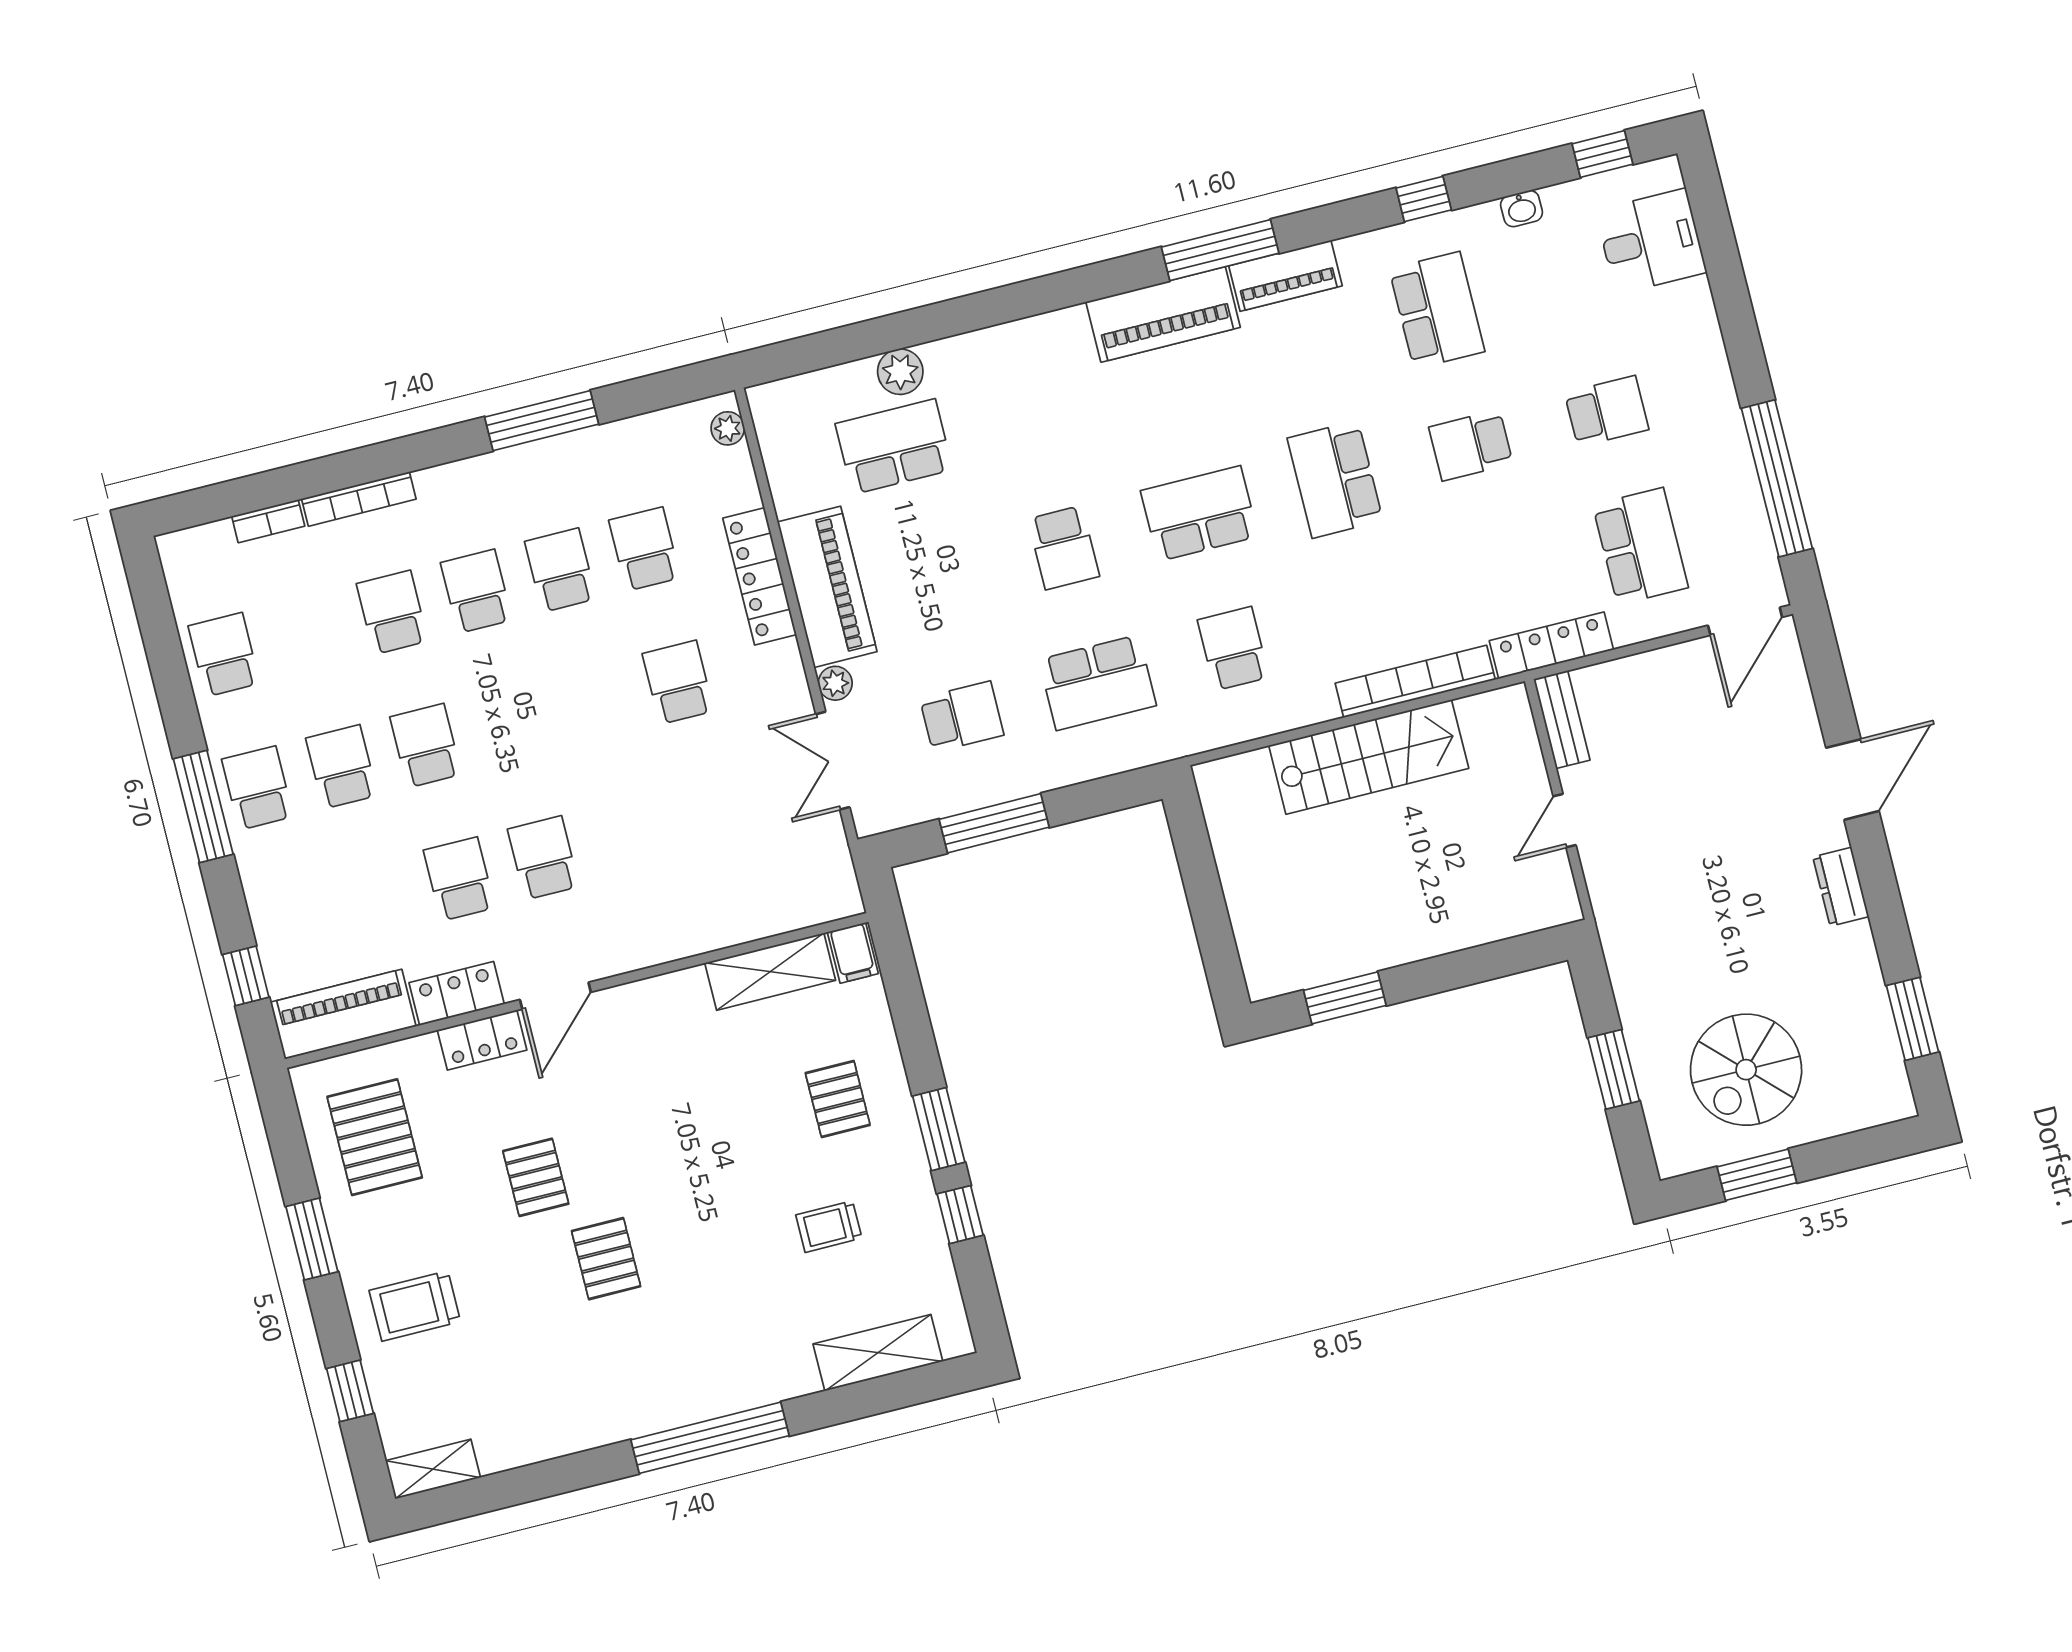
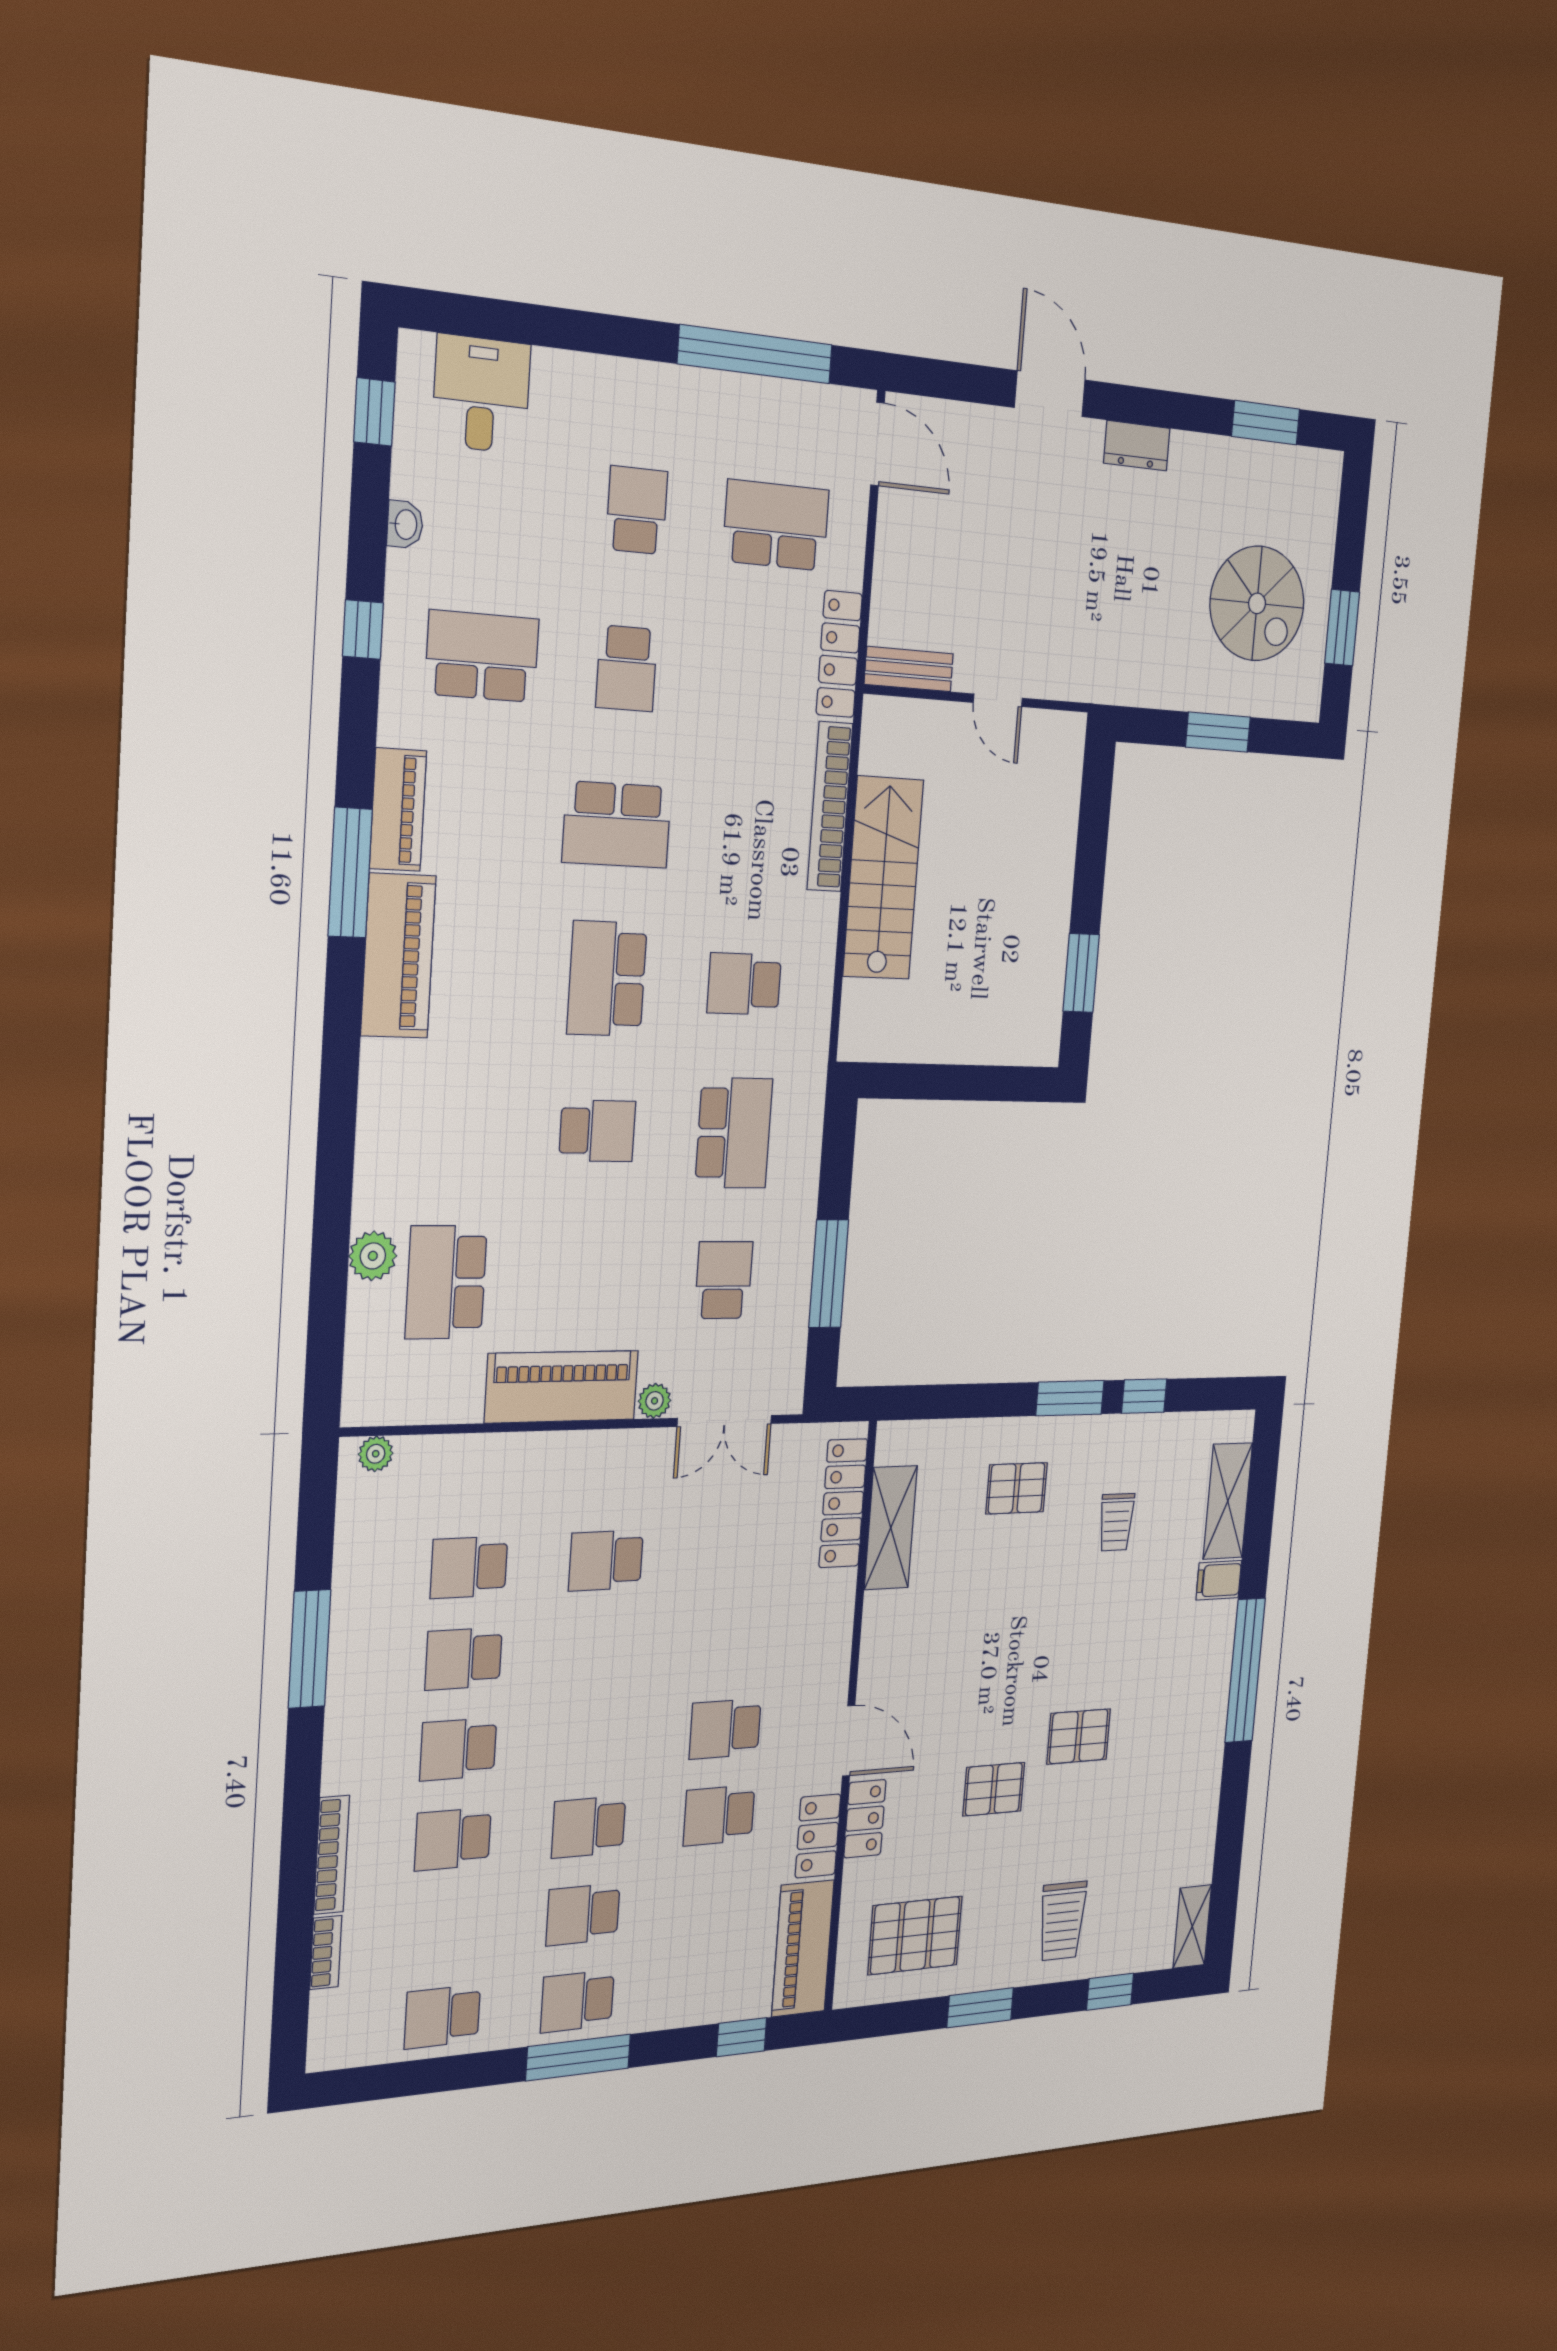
locker: (760, 576) -> (843, 1503), moved, turned 90
filing cabinet: (853, 953) -> (1219, 1580), moved, turned 180

